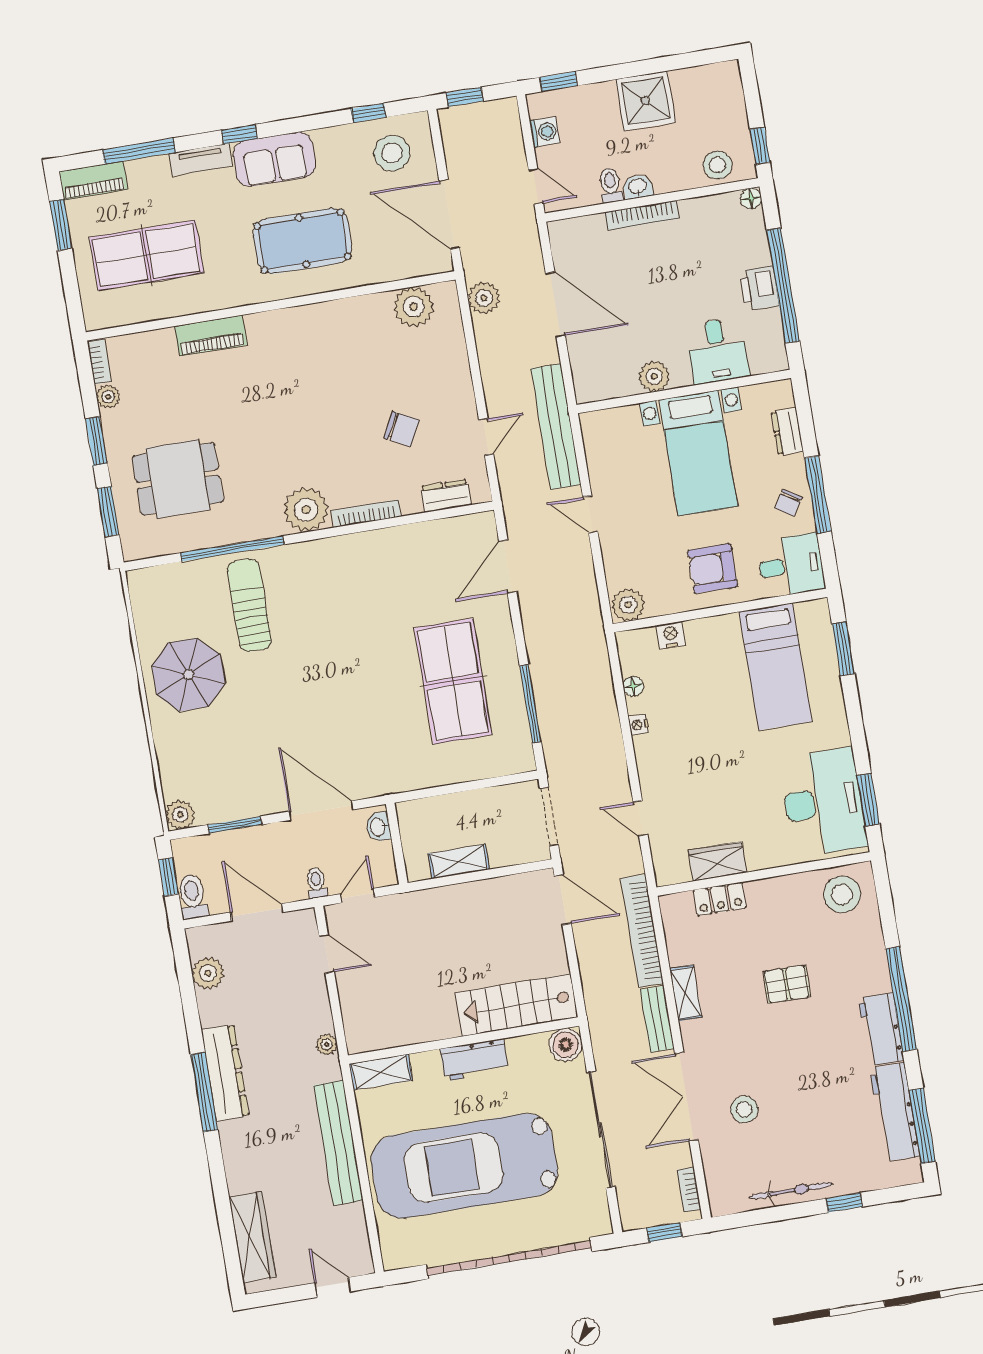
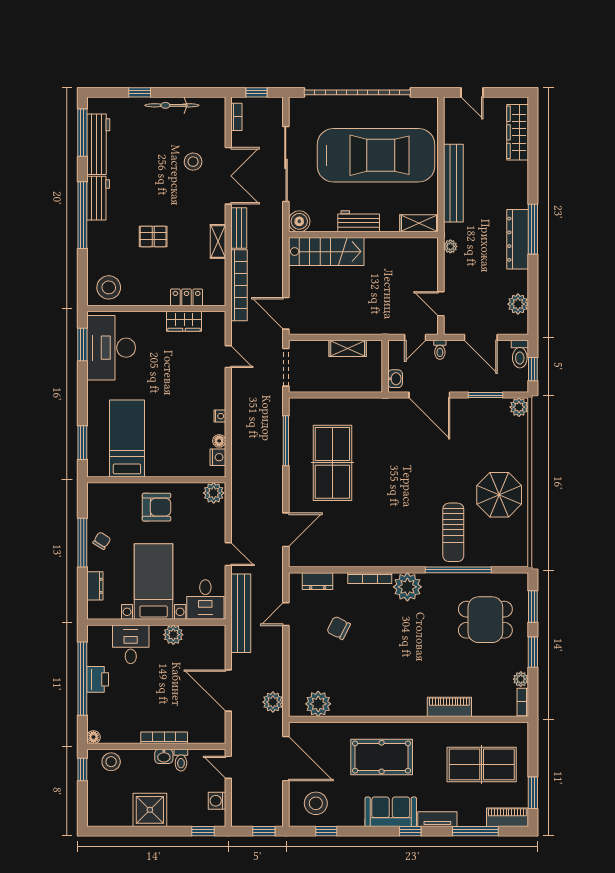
desk: (791, 565) -> (205, 600), moved, turned -90
nightstand: (671, 635) -> (218, 457), moved, turned -90

